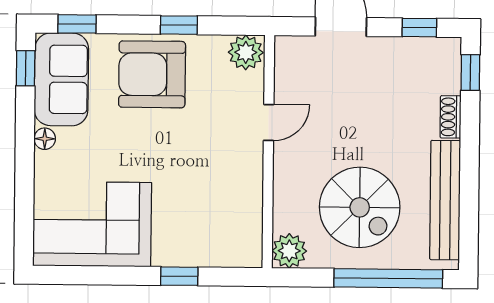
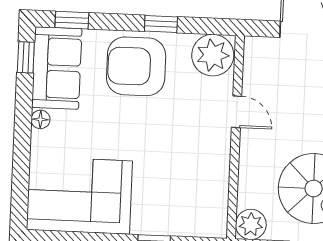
plant: (246, 52) -> (213, 55), width x1.36, depth x1.36
door: (269, 122) -> (237, 112), hinge flipped

